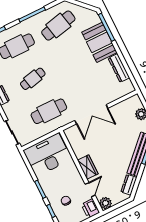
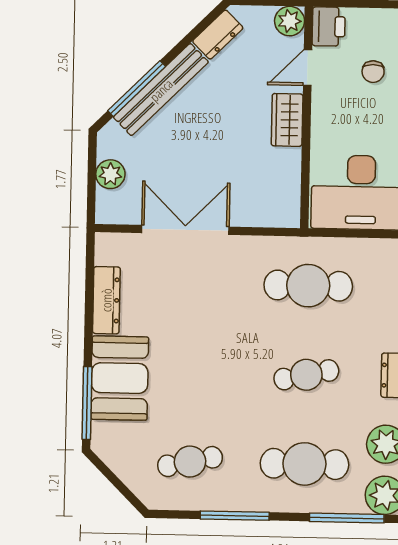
cafe table: (58, 26) -> (190, 462), width x0.73, depth x0.74
double door: (91, 114) -> (185, 230), moved

